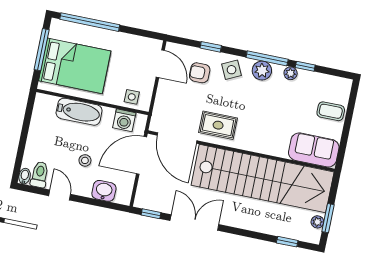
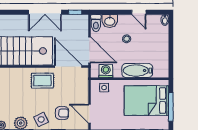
door: (141, 155) -> (90, 50), hinge flipped
toilet: (40, 175) -> (96, 23), moved

